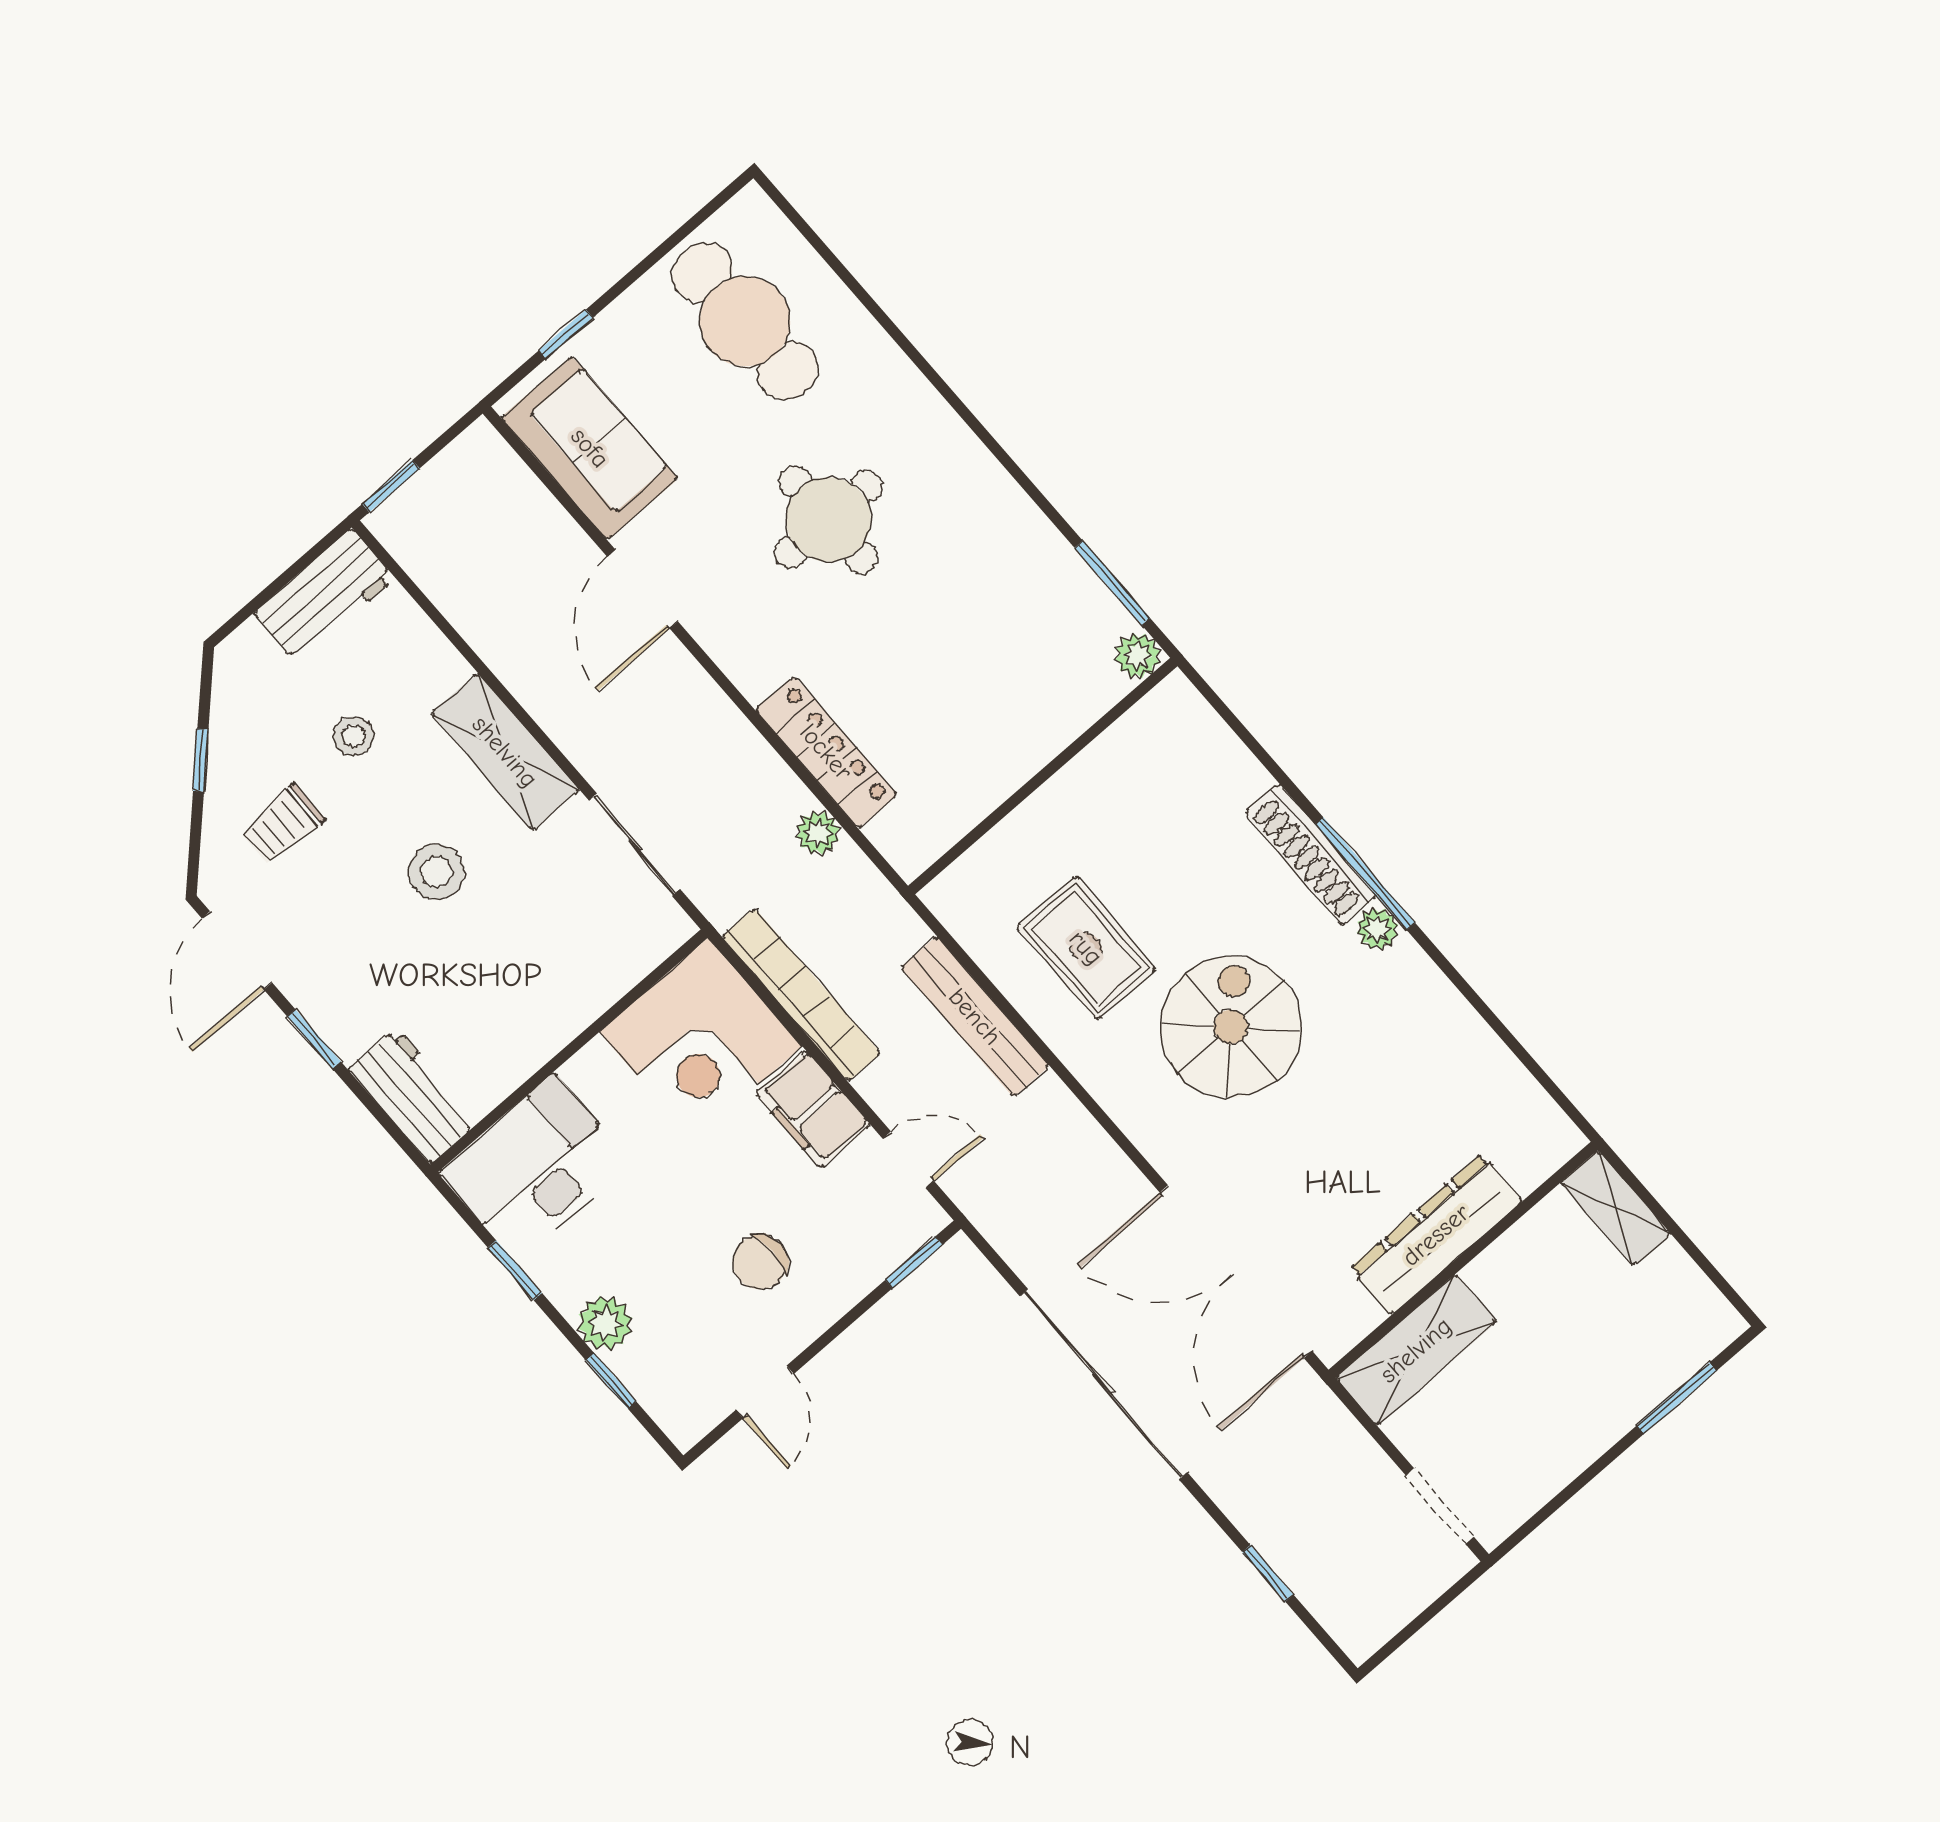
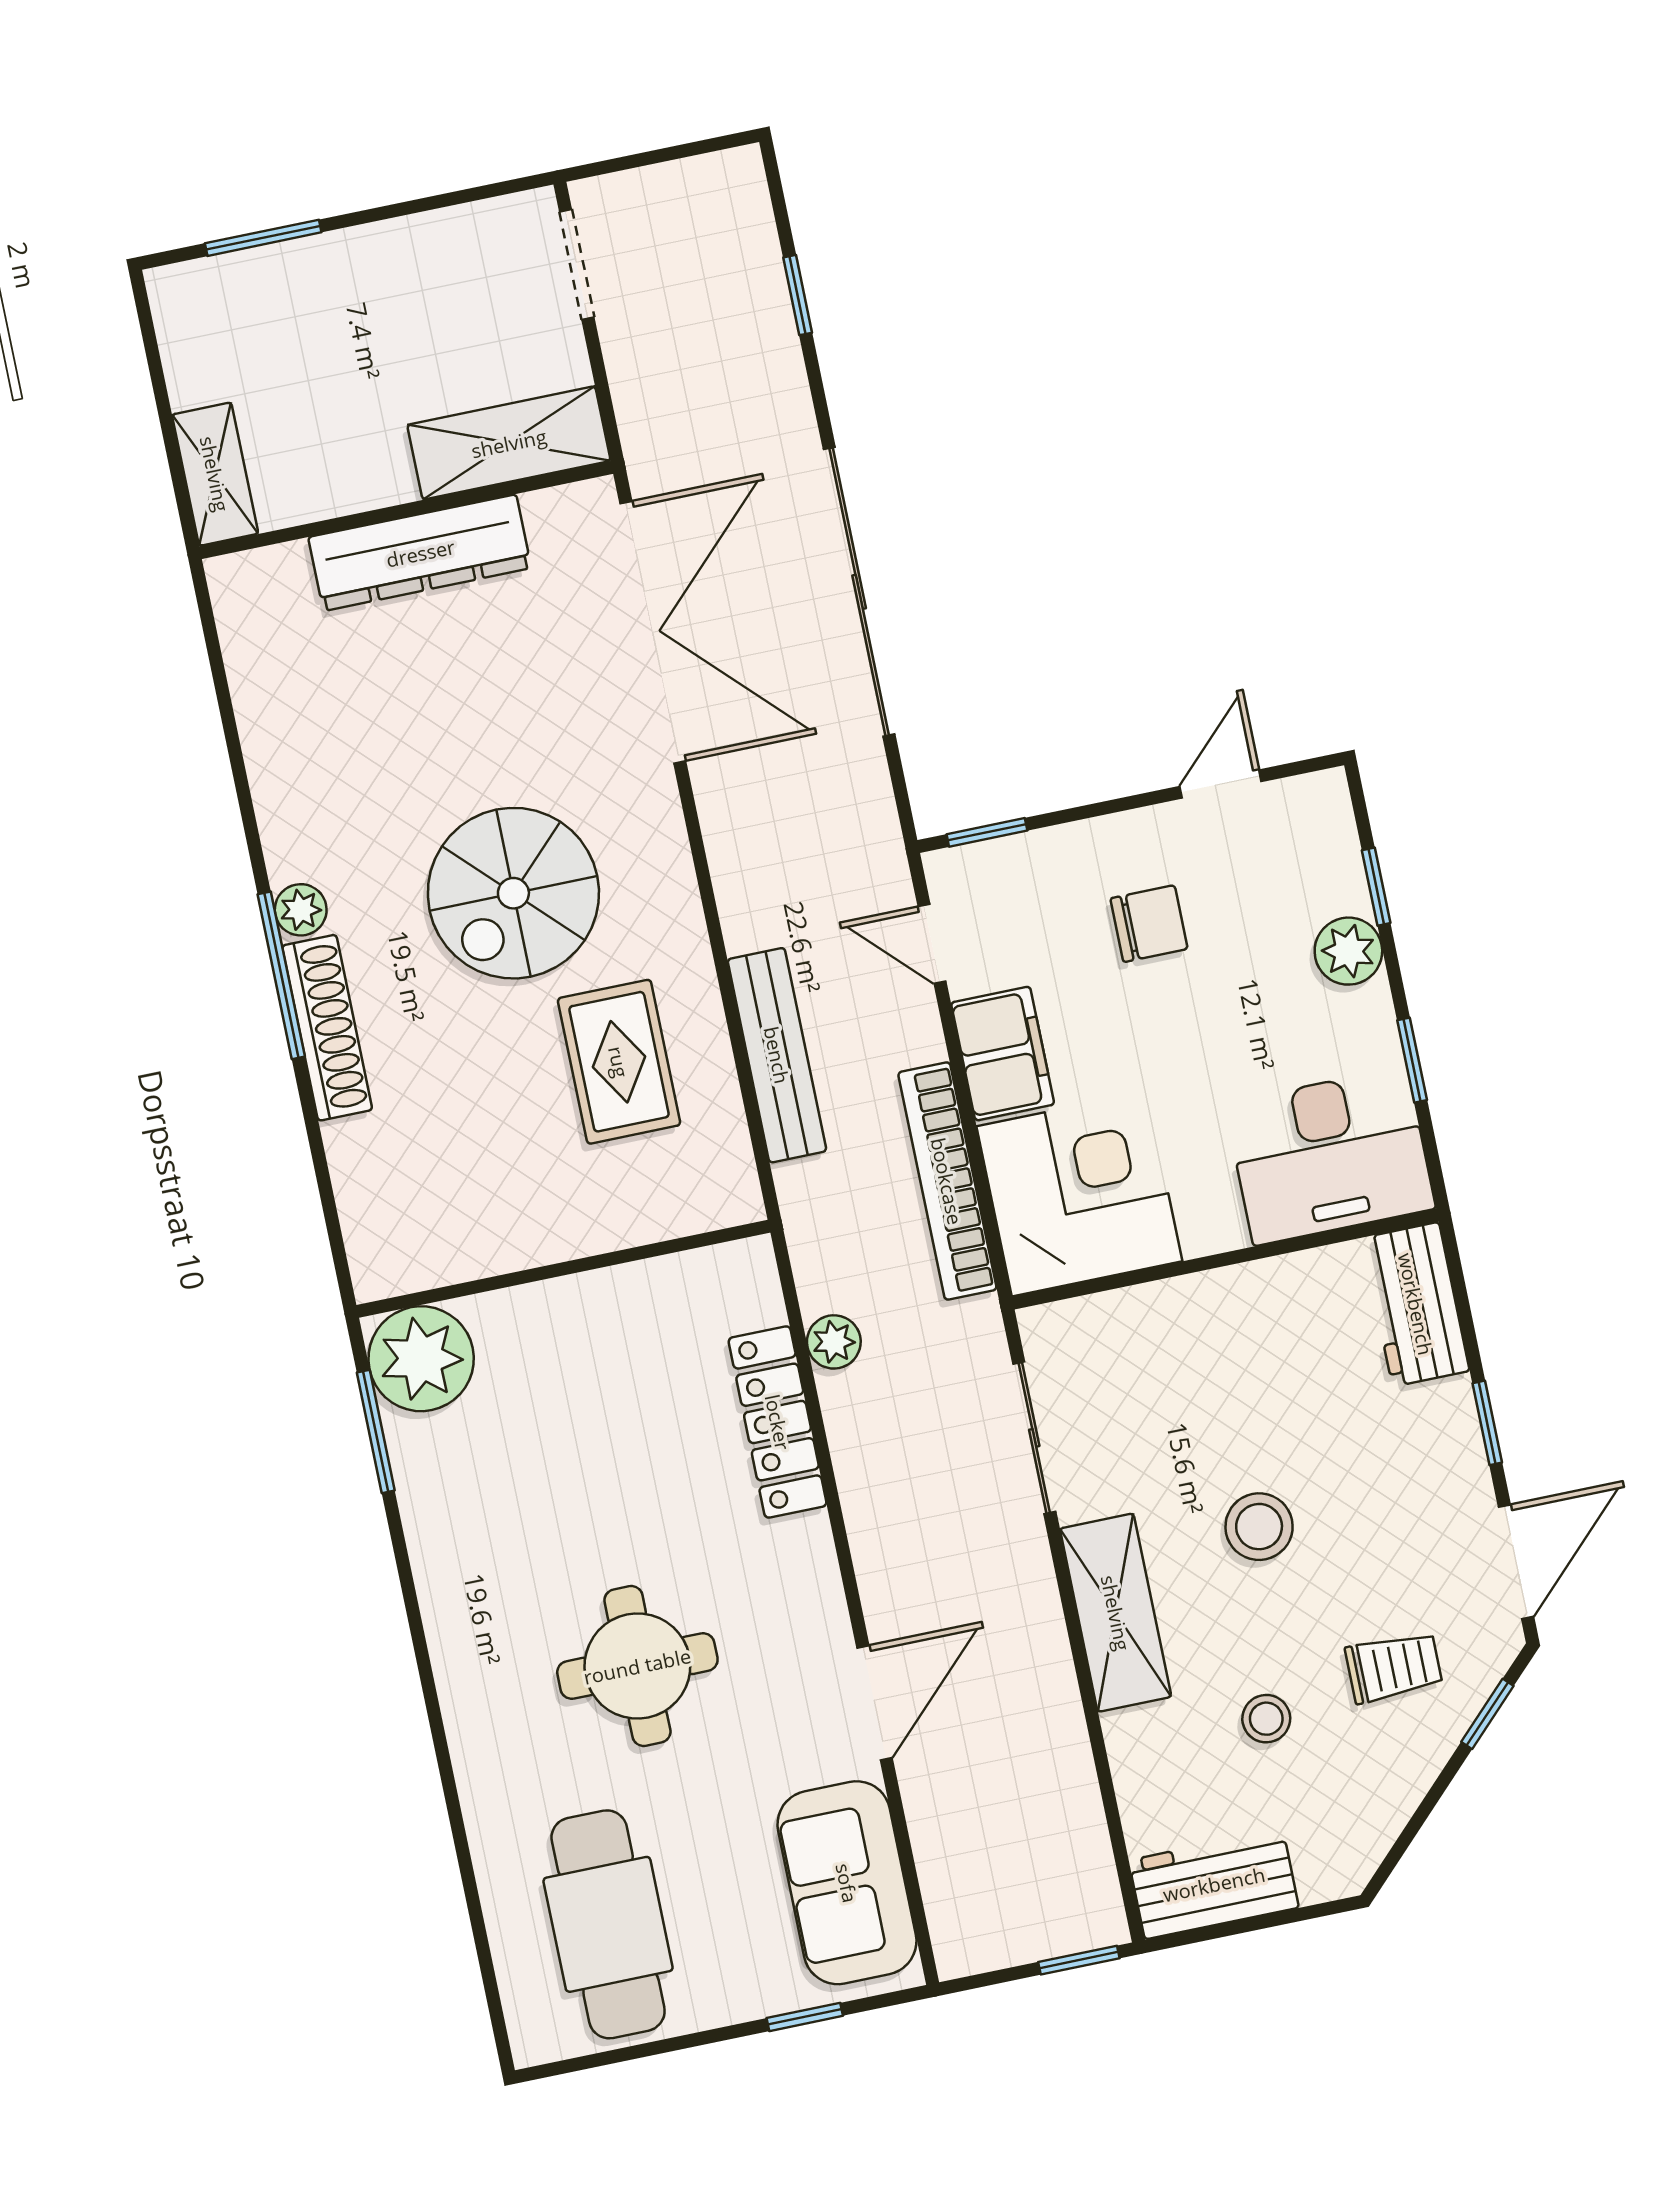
plant: (1138, 656) -> (421, 1359), width x1.87, depth x1.87
window: (201, 760) -> (1487, 1714), moved

